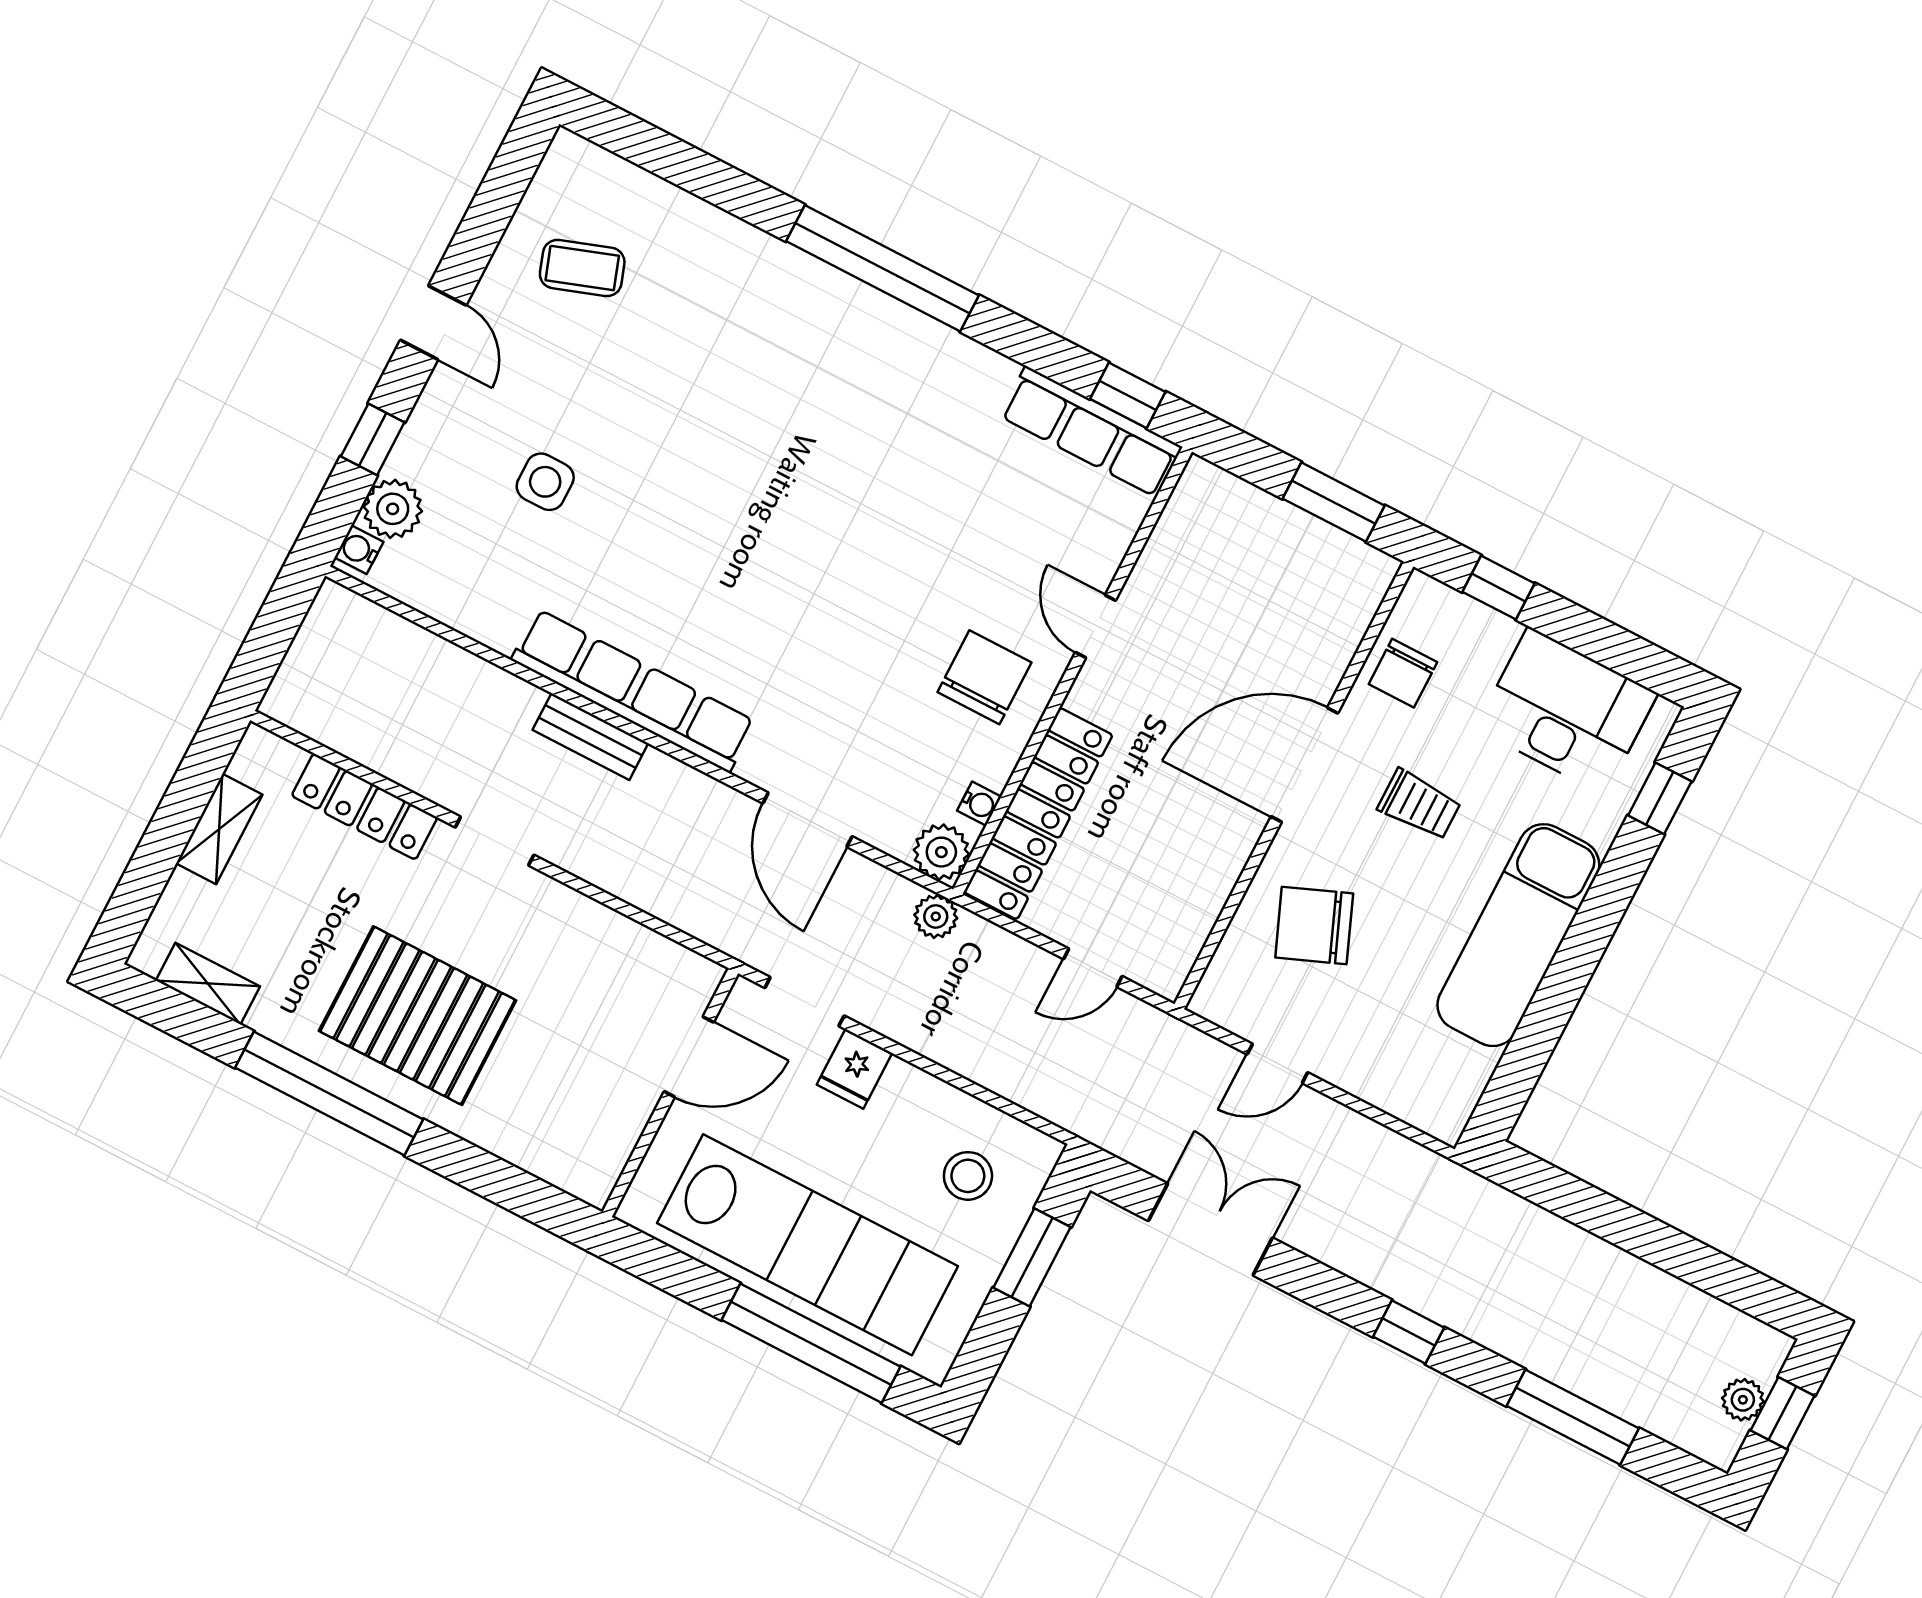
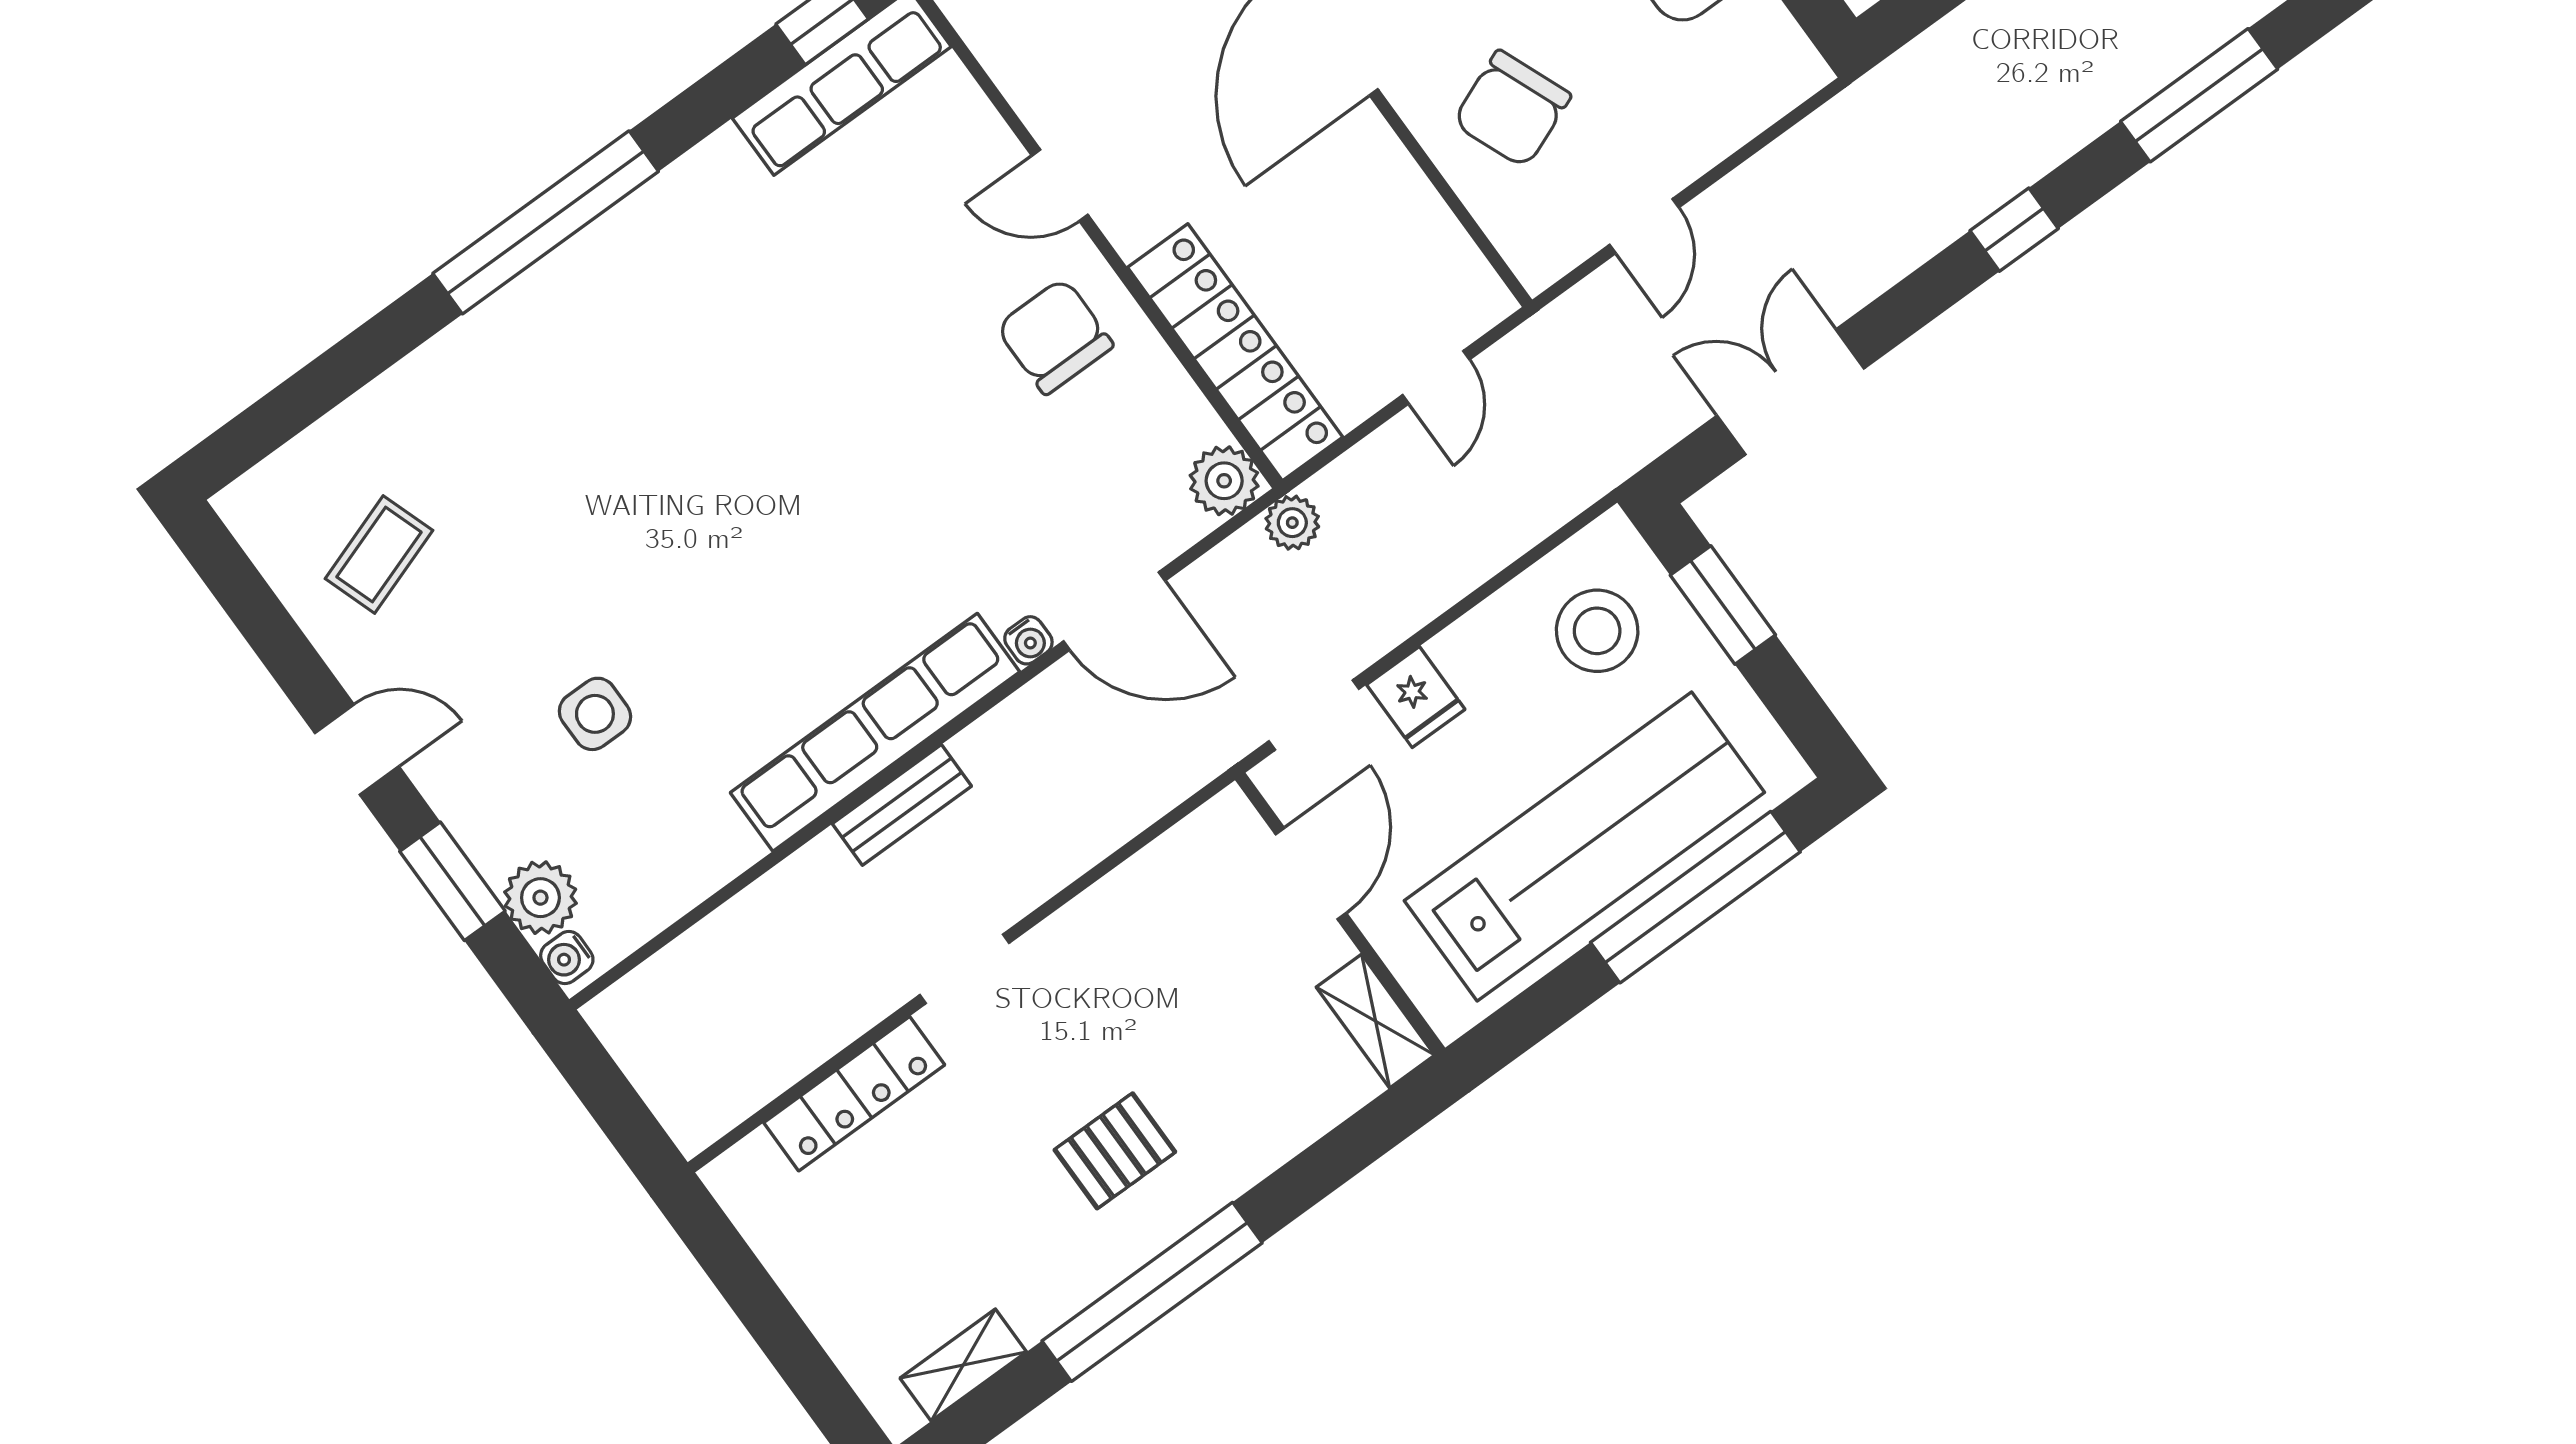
window: (373, 439) -> (452, 881), width x1.50
water cooler: (979, 804) -> (1028, 640), moved, turned 90
shelving: (219, 829) -> (1376, 1021), moved
pallet: (418, 1016) -> (1115, 1151), width x0.49, depth x0.50
stool: (968, 1176) -> (1597, 631), width x1.38, depth x1.38

